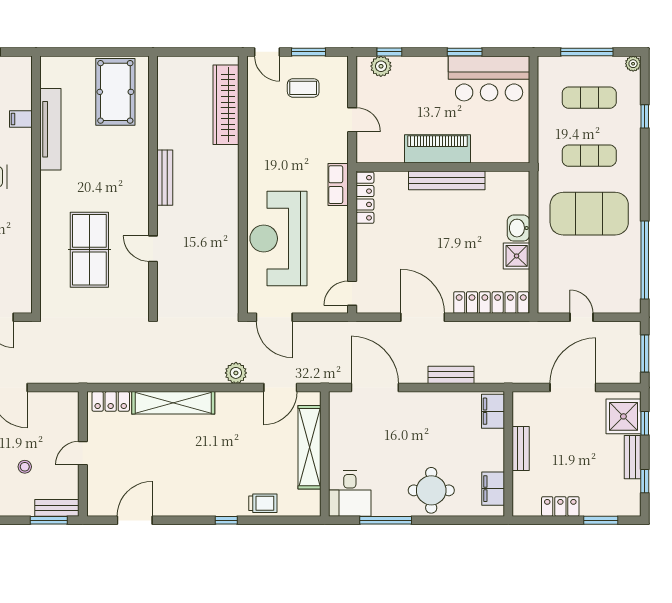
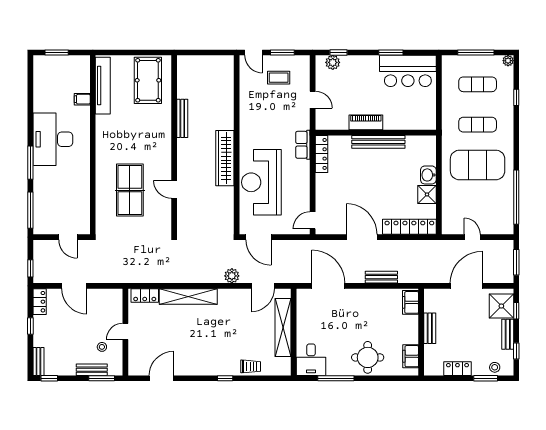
wardrobe: (226, 105) -> (225, 158), moved
tv unit: (50, 129) -> (103, 86), moved
piano: (437, 149) -> (366, 122), width x0.73, depth x0.75
bench: (165, 178) -> (182, 118), moved
stool: (25, 467) -> (102, 347), moved
stool: (614, 505) -> (495, 367), added
bench: (57, 508) -> (92, 370), moved

